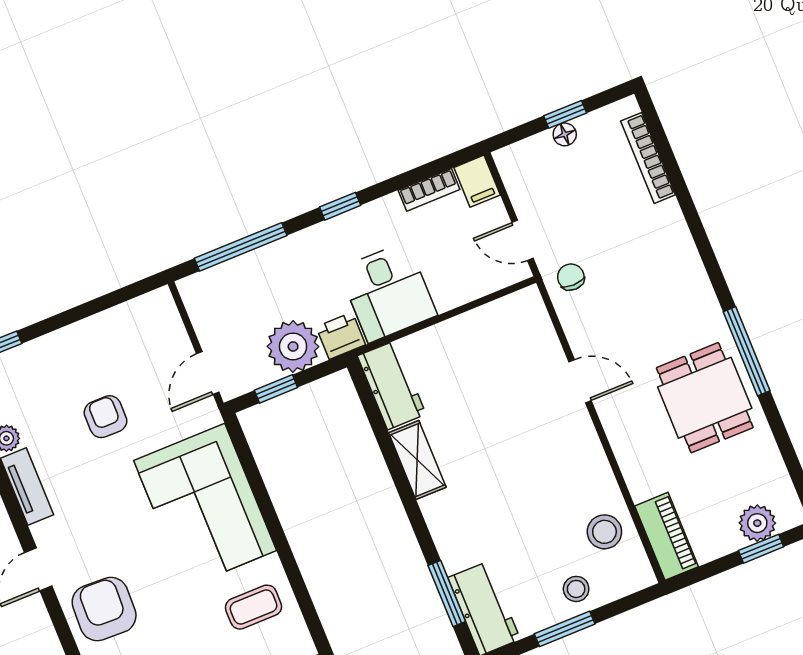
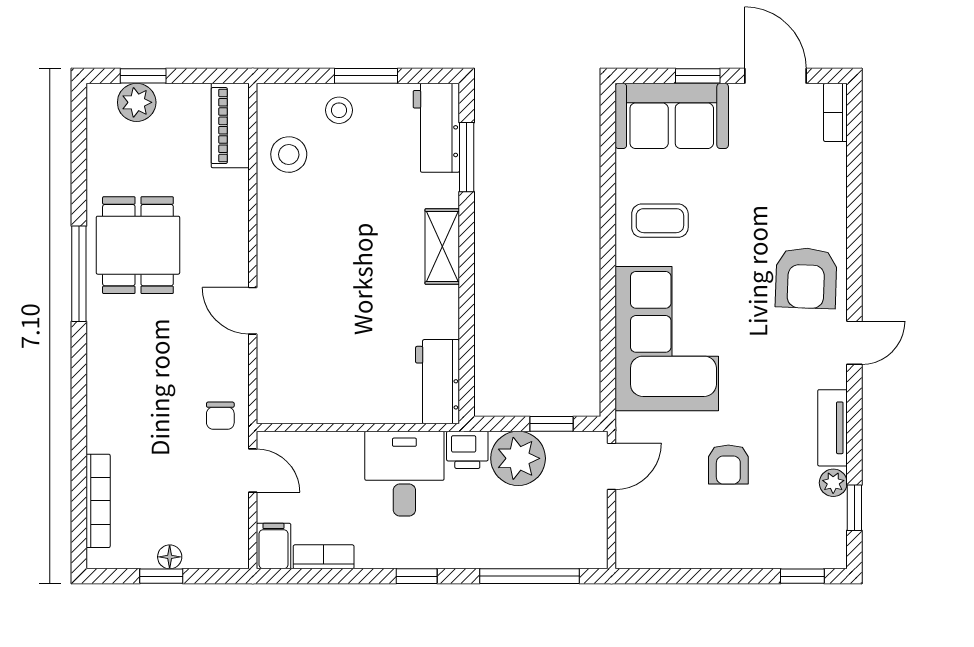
shelving: (417, 460) -> (442, 247), moved

